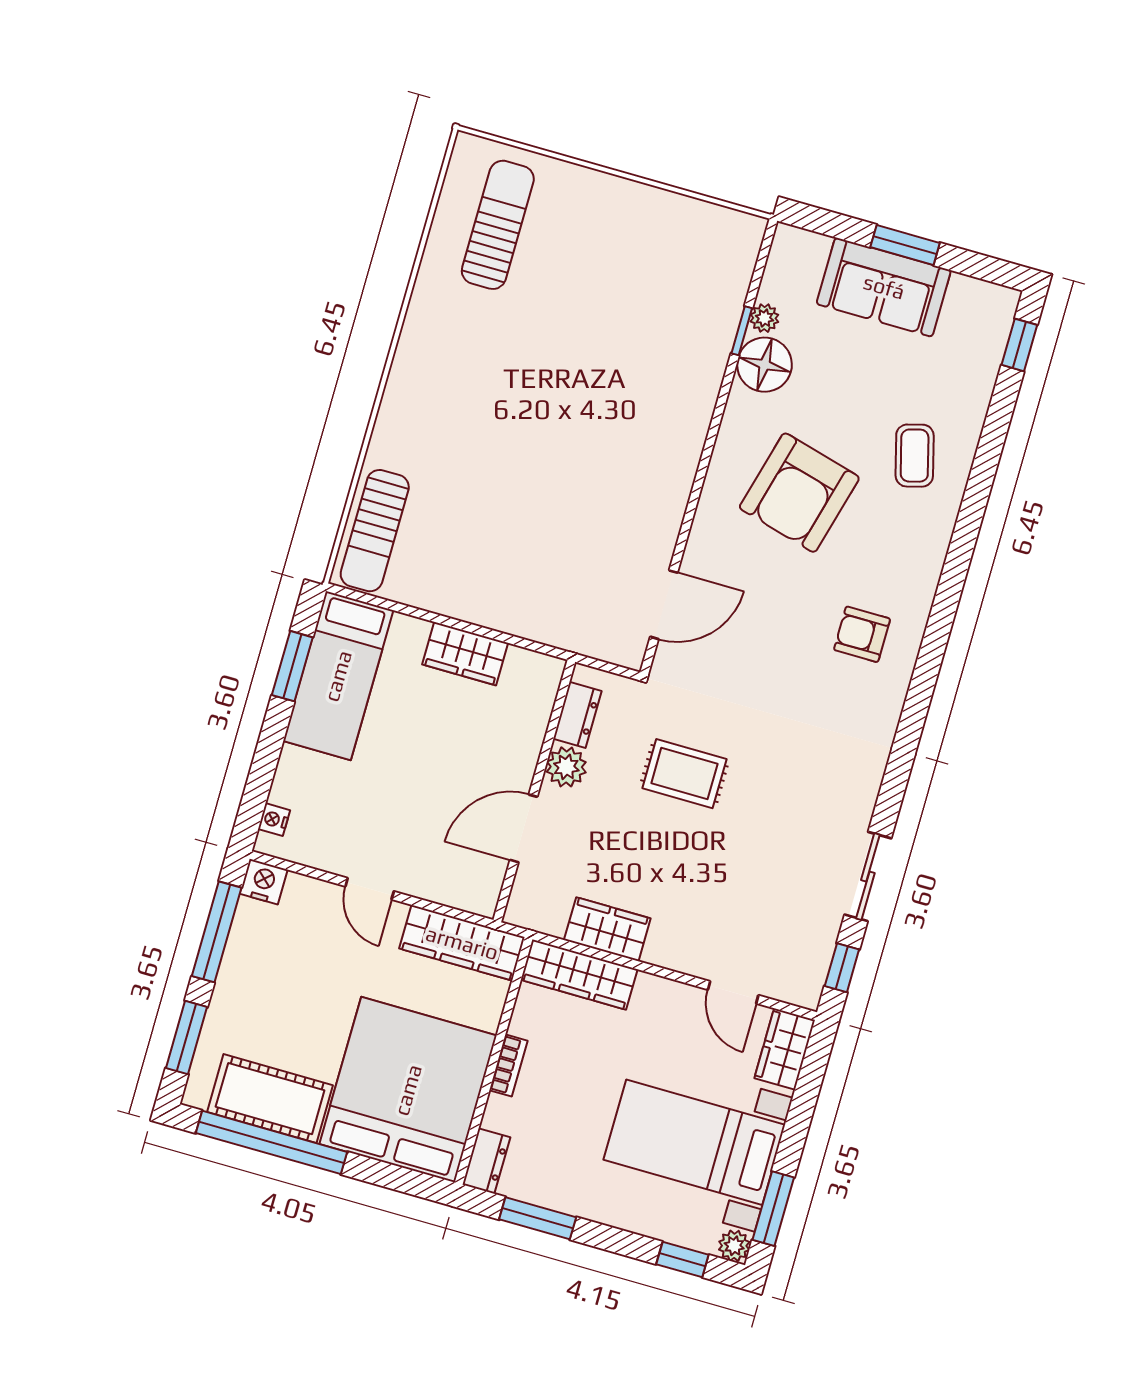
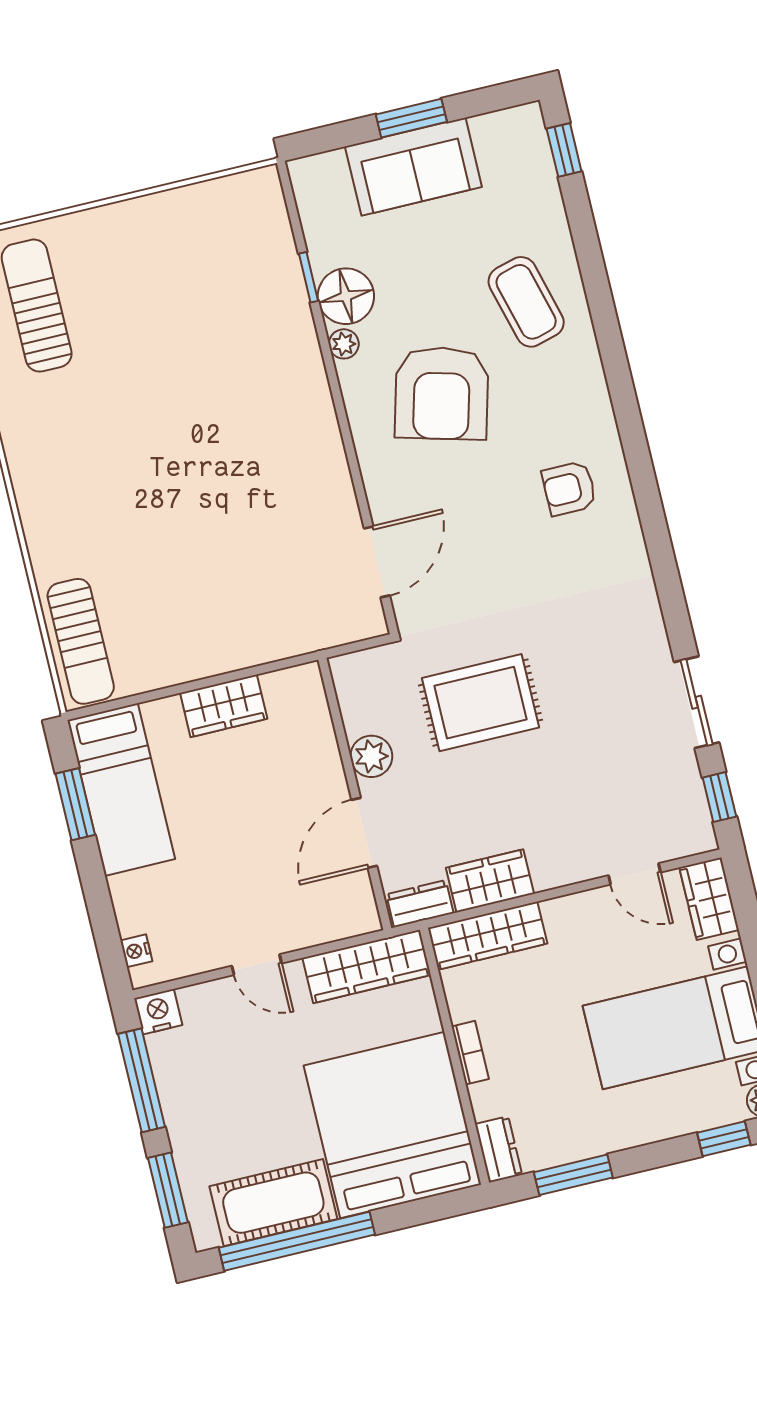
plant: (764, 318) -> (344, 344), moved
coffee table: (915, 456) -> (526, 302), width x1.36, depth x1.30
dresser: (577, 715) -> (420, 904), moved, turned -90
rug: (684, 774) -> (480, 703), width x1.36, depth x1.43

